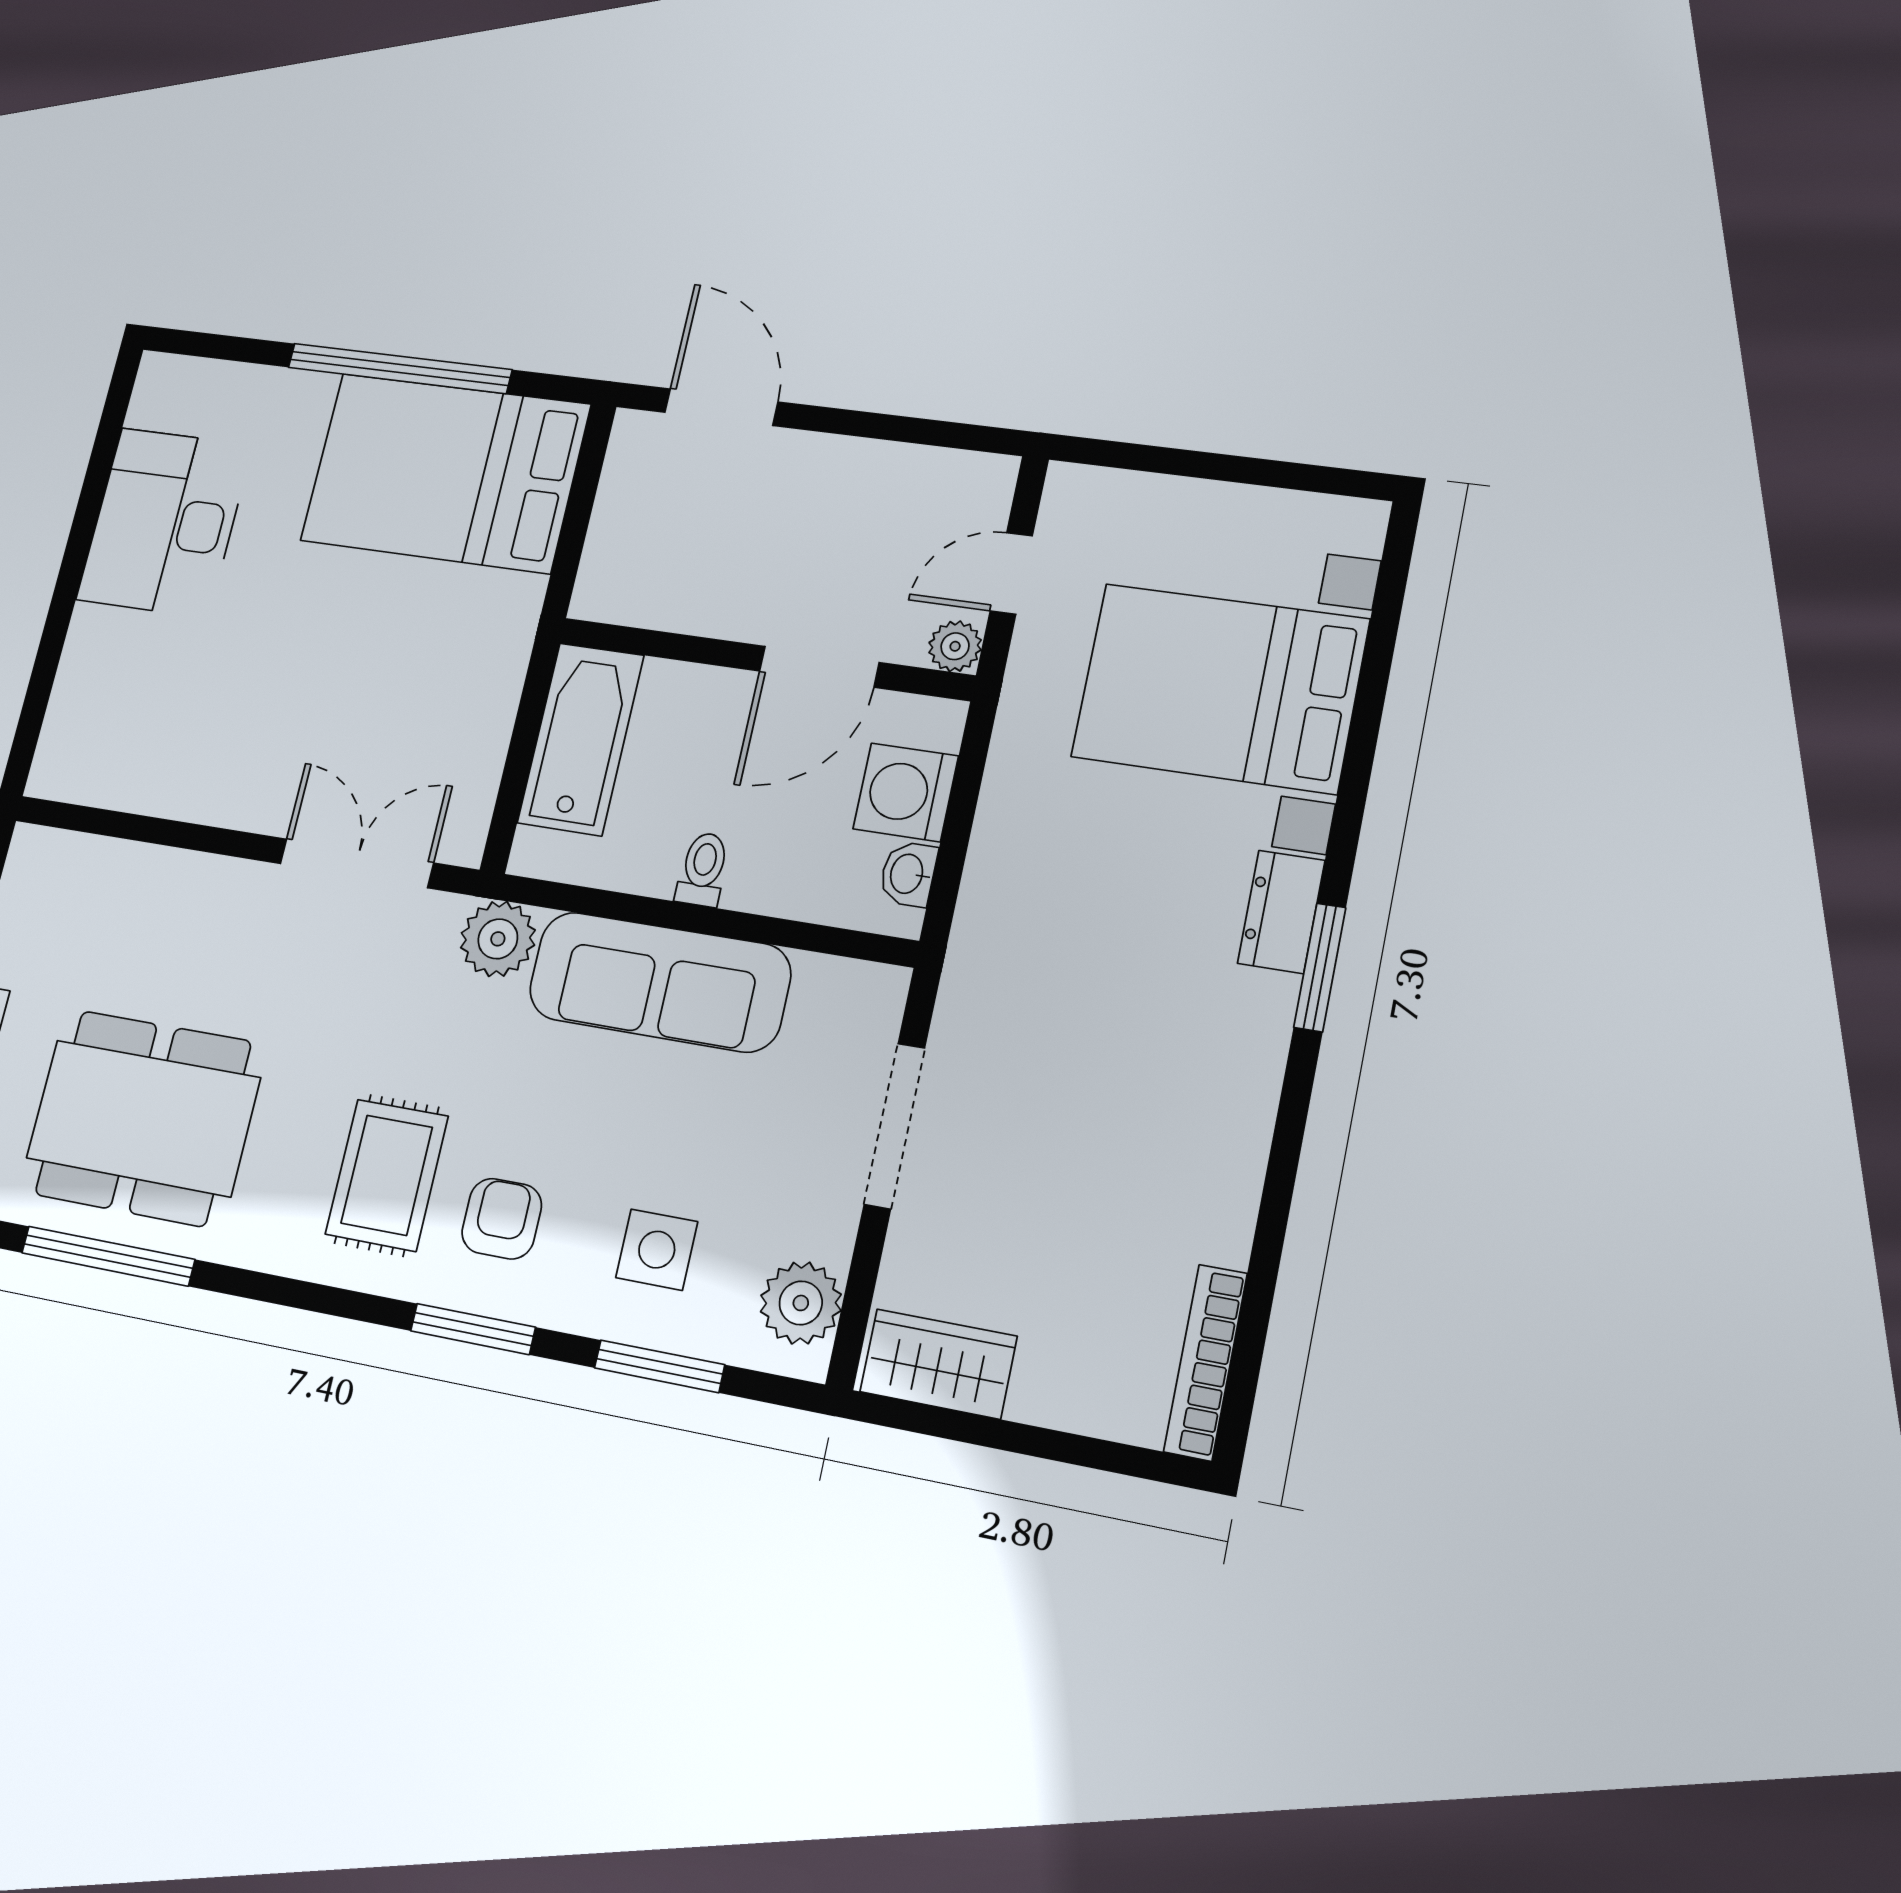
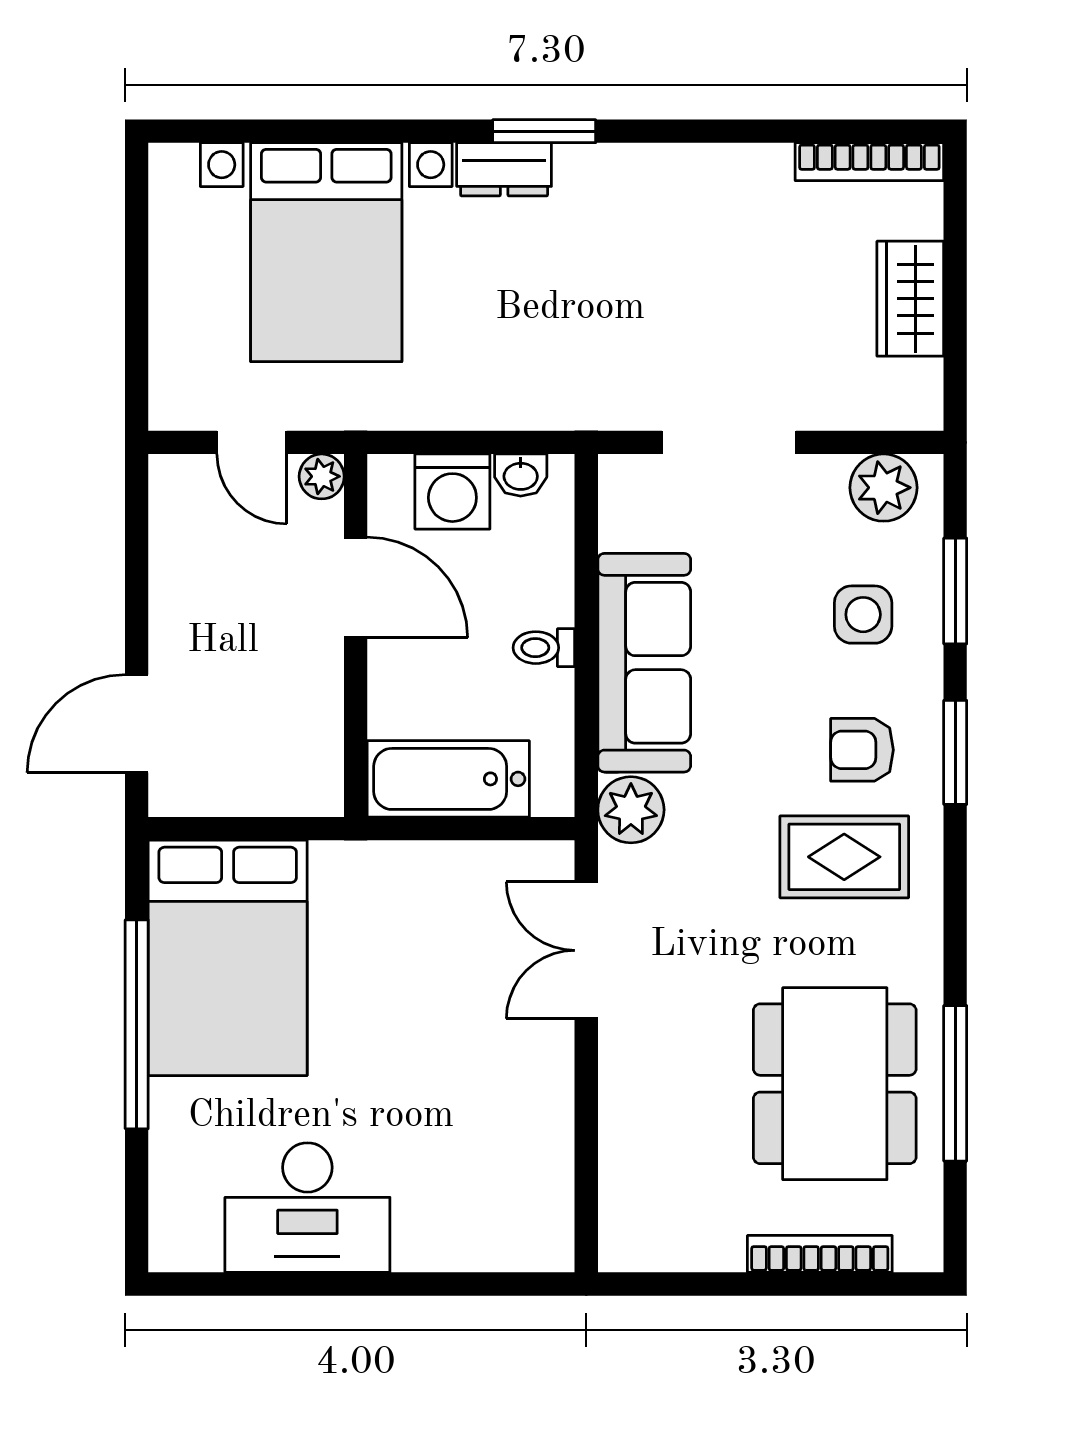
wardrobe: (938, 1364) -> (910, 299), moved

